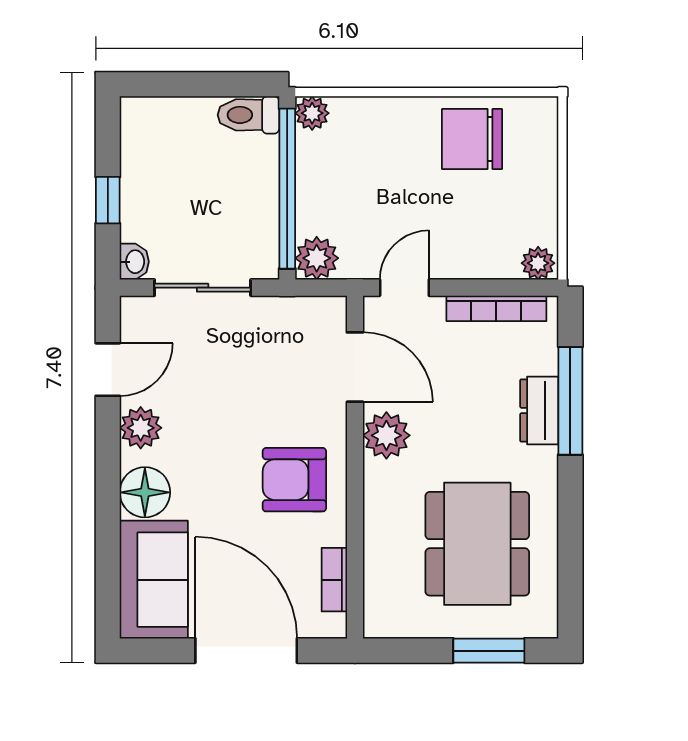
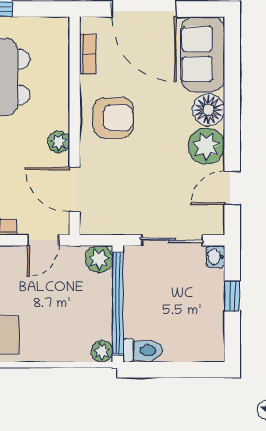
plant: (141, 428) -> (206, 146), width x1.36, depth x1.36
plant: (386, 435) -> (59, 142), width x0.73, depth x0.73

